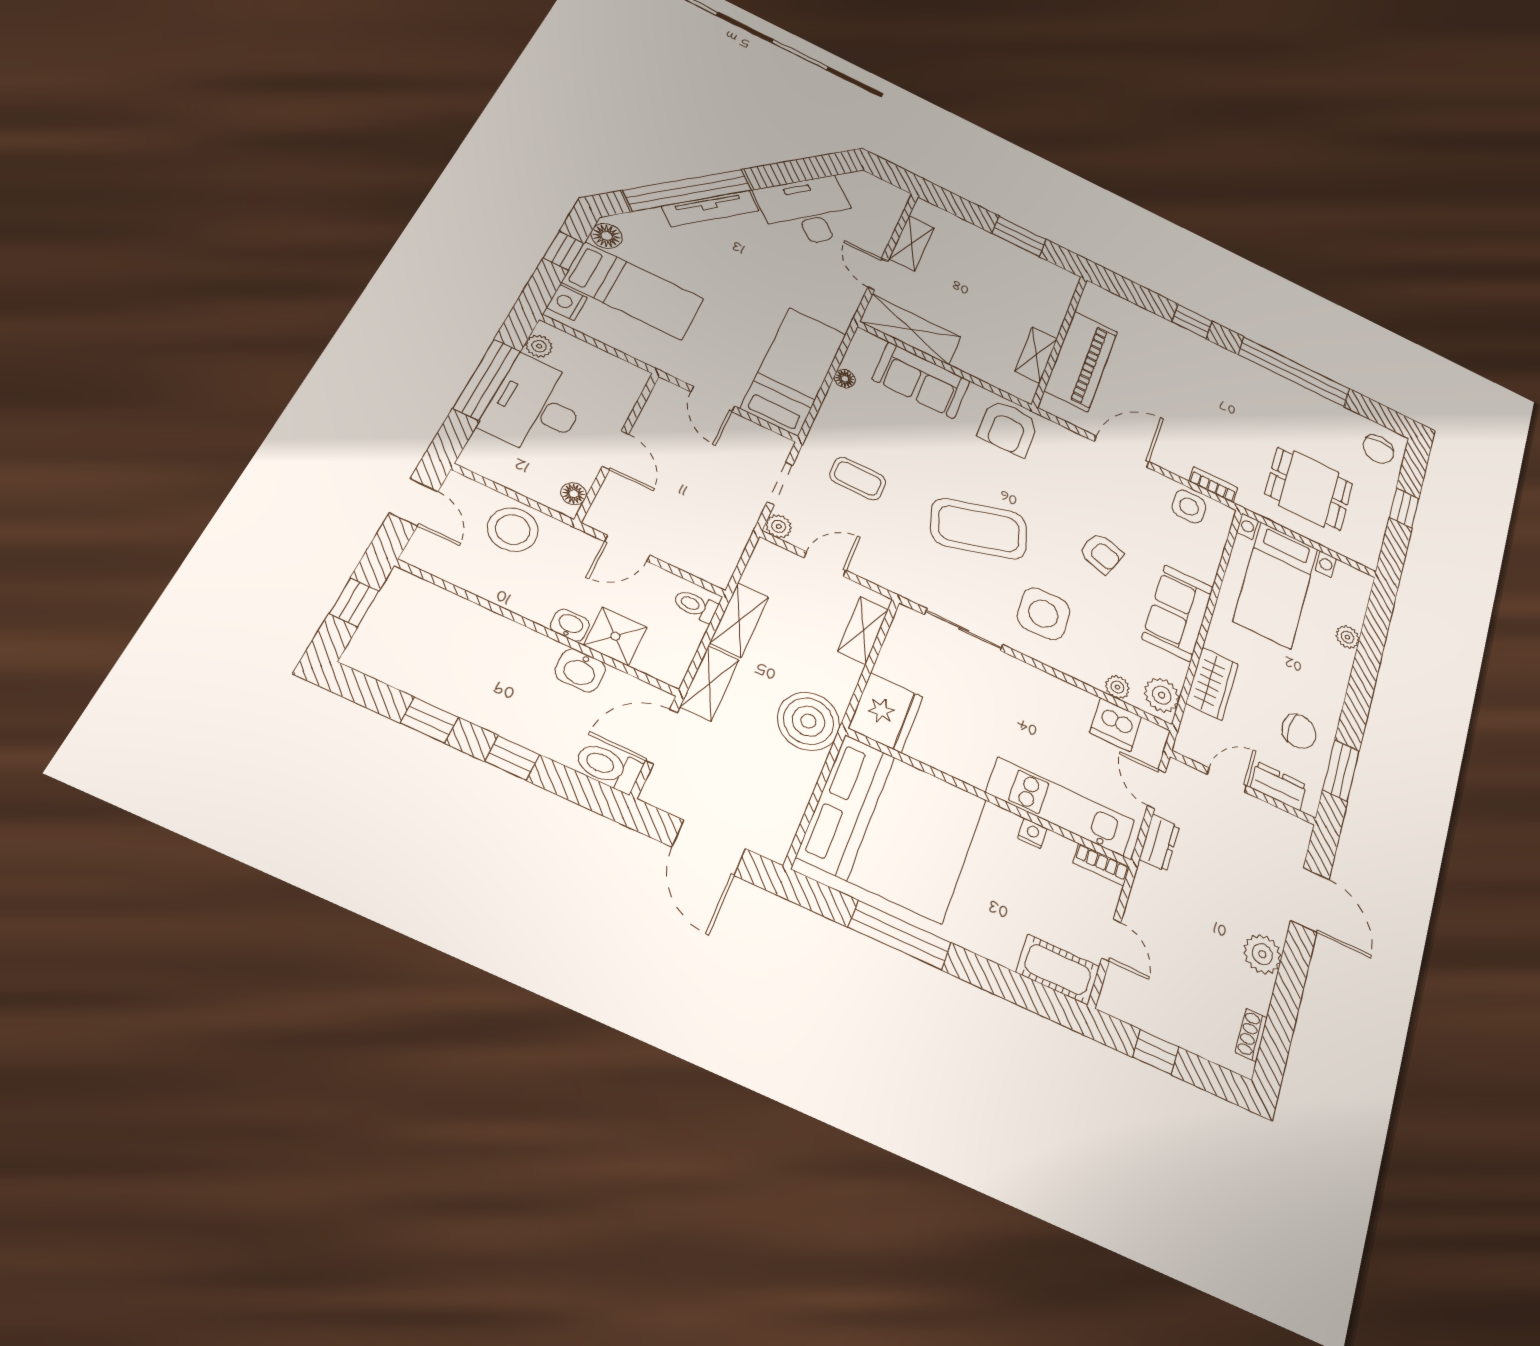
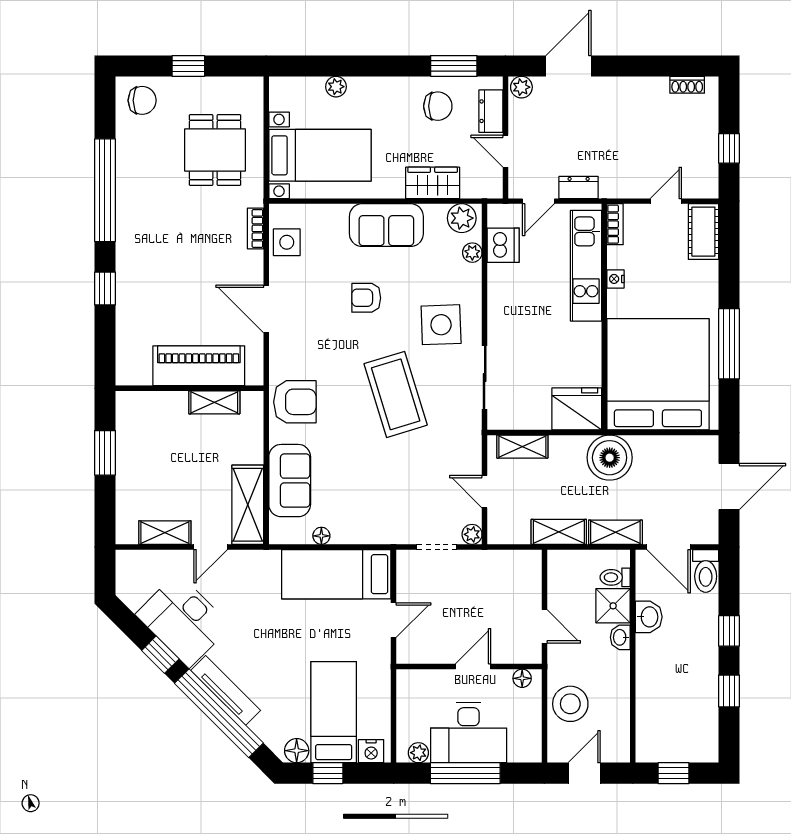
window: (780, 174) -> (160, 655), added
coffee table: (858, 478) -> (402, 495), removed
armchair: (1101, 553) -> (366, 298), turned -108
toilet: (695, 606) -> (615, 577), moved, turned 90
chair: (1299, 731) -> (438, 106), turned 86
plant: (1262, 954) -> (521, 87), moved, width x0.73, depth x0.73

